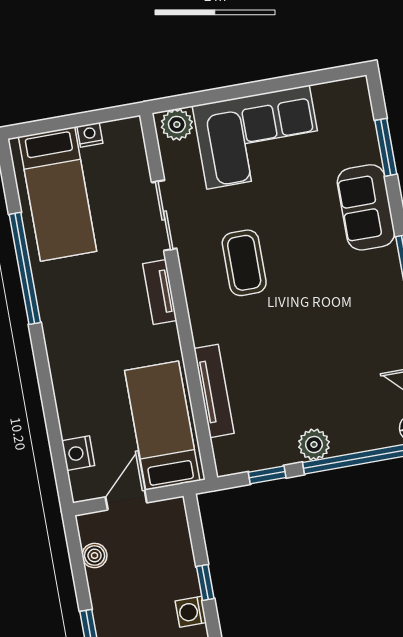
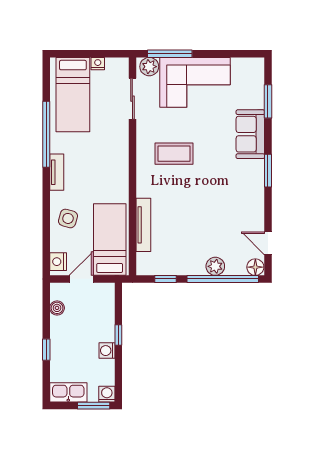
window: (207, 97) -> (170, 54), added
sliding door: (164, 215) -> (132, 99), moved
coffee table: (244, 263) -> (174, 154), turned 90
tv unit: (160, 292) -> (57, 172), moved, turned 180
side table: (86, 403) -> (68, 218), added
plant: (314, 445) -> (215, 266), moved
nightstand: (78, 453) -> (58, 262), moved

